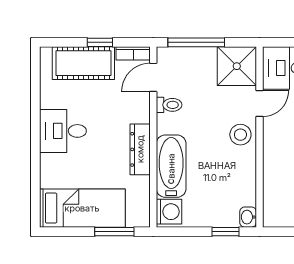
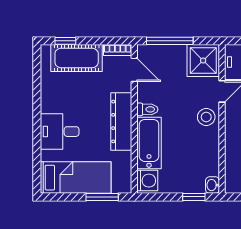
window: (100, 42) -> (65, 41), moved
door: (153, 77) -> (134, 70), swing flipped
toilet: (169, 105) -> (147, 109), moved
desk: (63, 131) -> (60, 132), moved
dresser: (140, 149) -> (121, 121), width x1.37, depth x1.24

